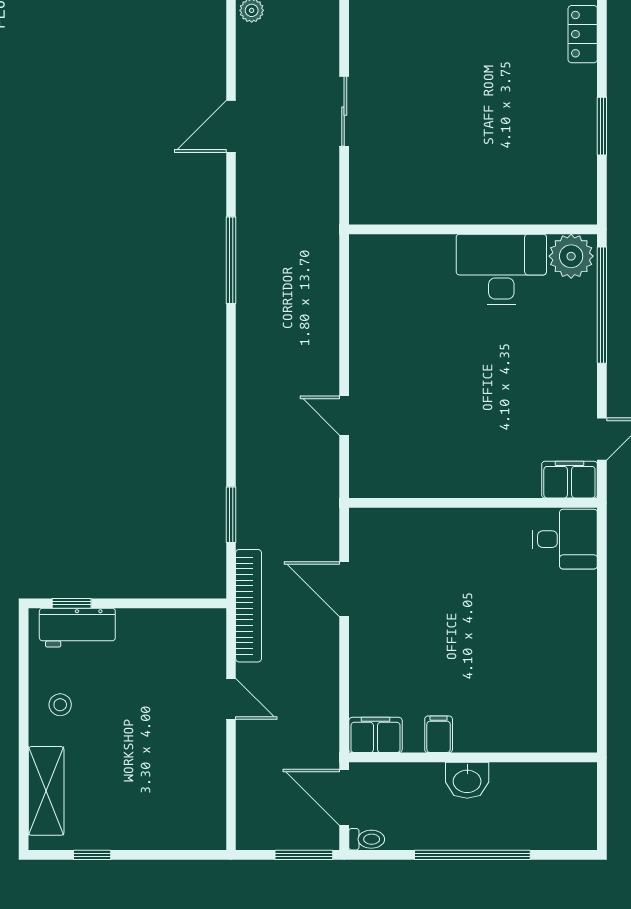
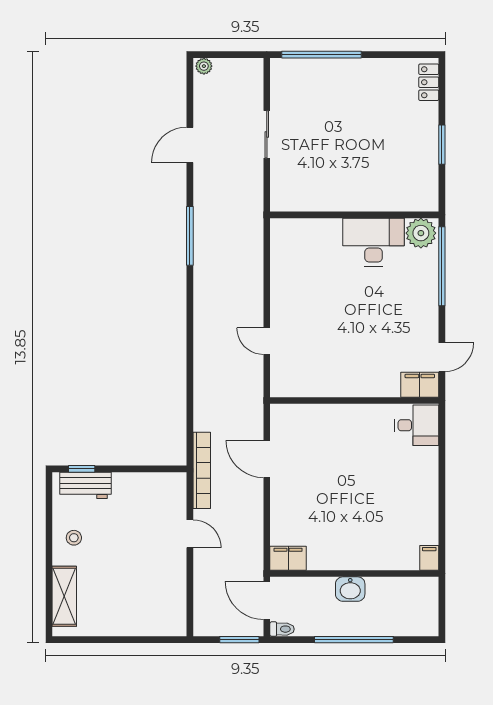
window: (231, 515) -> (190, 409), removed
filing cabinet: (439, 734) -> (429, 558), moved
window: (92, 855) -> (96, 640), removed

